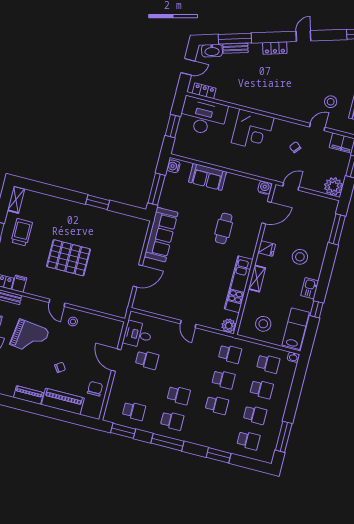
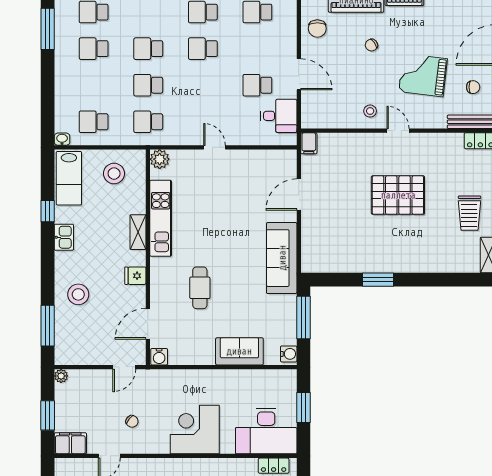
plant: (333, 186) -> (61, 376), width x0.53, depth x0.53
stool: (300, 257) -> (78, 294), moved
filing cabinet: (19, 284) -> (309, 143), moved
school desk: (262, 389) -> (94, 85), removed

